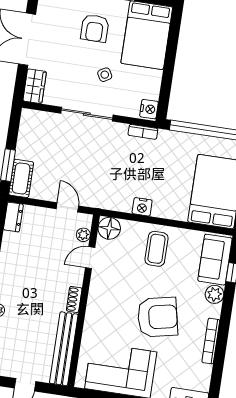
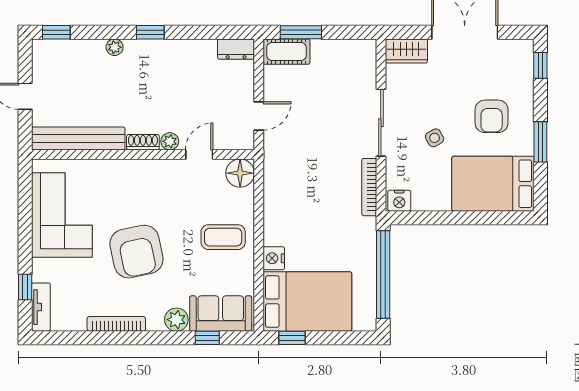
armchair: (95, 28) -> (492, 116), turned -90
bookcase: (143, 132) -> (369, 187), width x1.56
nightstand: (142, 207) -> (274, 258), moved
plant: (83, 235) -> (170, 141), moved
door: (90, 258) -> (199, 155), hinge flipped

